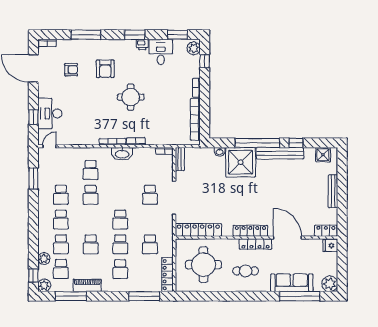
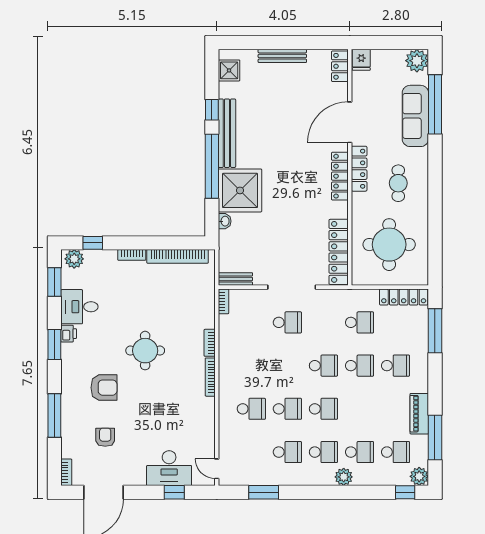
washbasin: (122, 154) -> (228, 363), removed
school desk: (91, 244) -> (323, 409), moved
plant: (44, 259) -> (344, 477), moved

